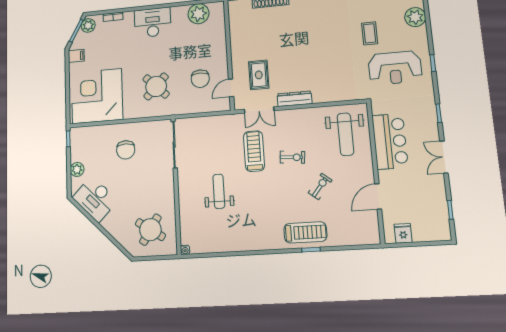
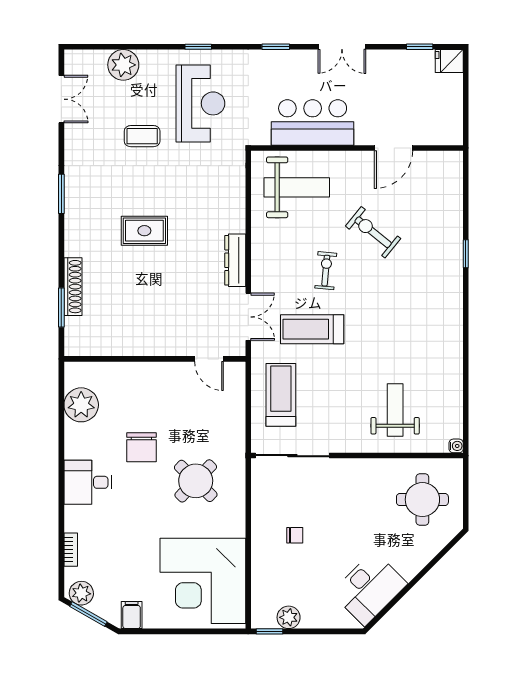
desk: (153, 22) -> (88, 482), width x0.73
rug: (259, 75) -> (144, 231), moved
chair: (200, 79) -> (142, 447), moved, turned 90
chair: (126, 150) -> (295, 535), width x0.54, depth x0.54
plant: (77, 169) -> (289, 617), moved
exercise bike: (320, 186) -> (373, 232), width x1.38, depth x1.39
weight bench: (219, 191) -> (395, 410), moved, turned 90
door: (378, 196) -> (394, 148), hinge flipped
round table: (150, 230) -> (422, 500), turned -33
treadmill: (305, 232) -> (281, 395), moved
fridge: (403, 233) -> (449, 61), moved

